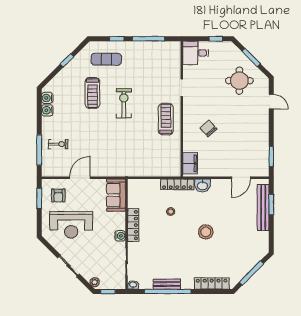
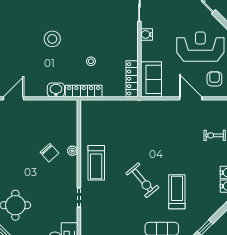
exercise bike: (124, 103) -> (142, 180), turned -40
plant: (187, 130) -> (72, 151), added
filing cabinet: (190, 163) -> (70, 114), removed
door: (80, 178) -> (191, 98), swing flipped
locker: (133, 225) -> (132, 79), moved

